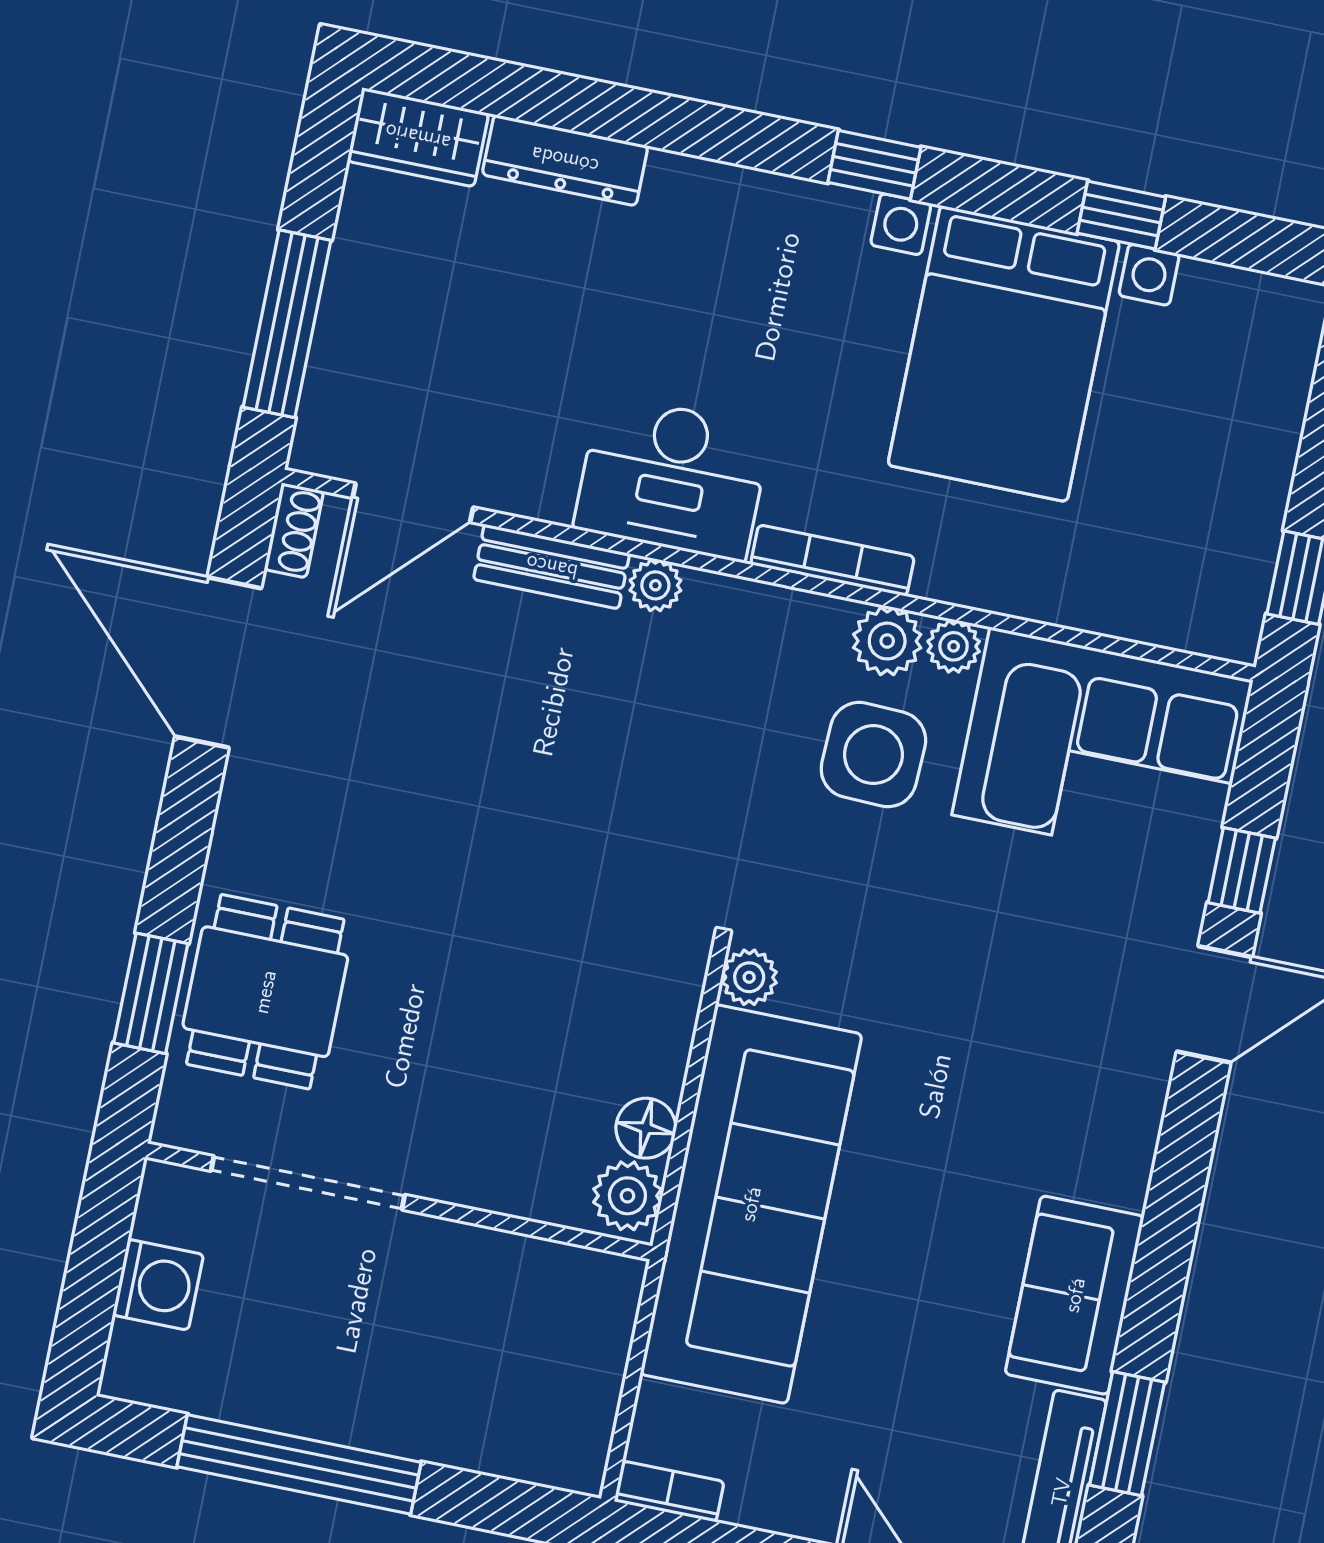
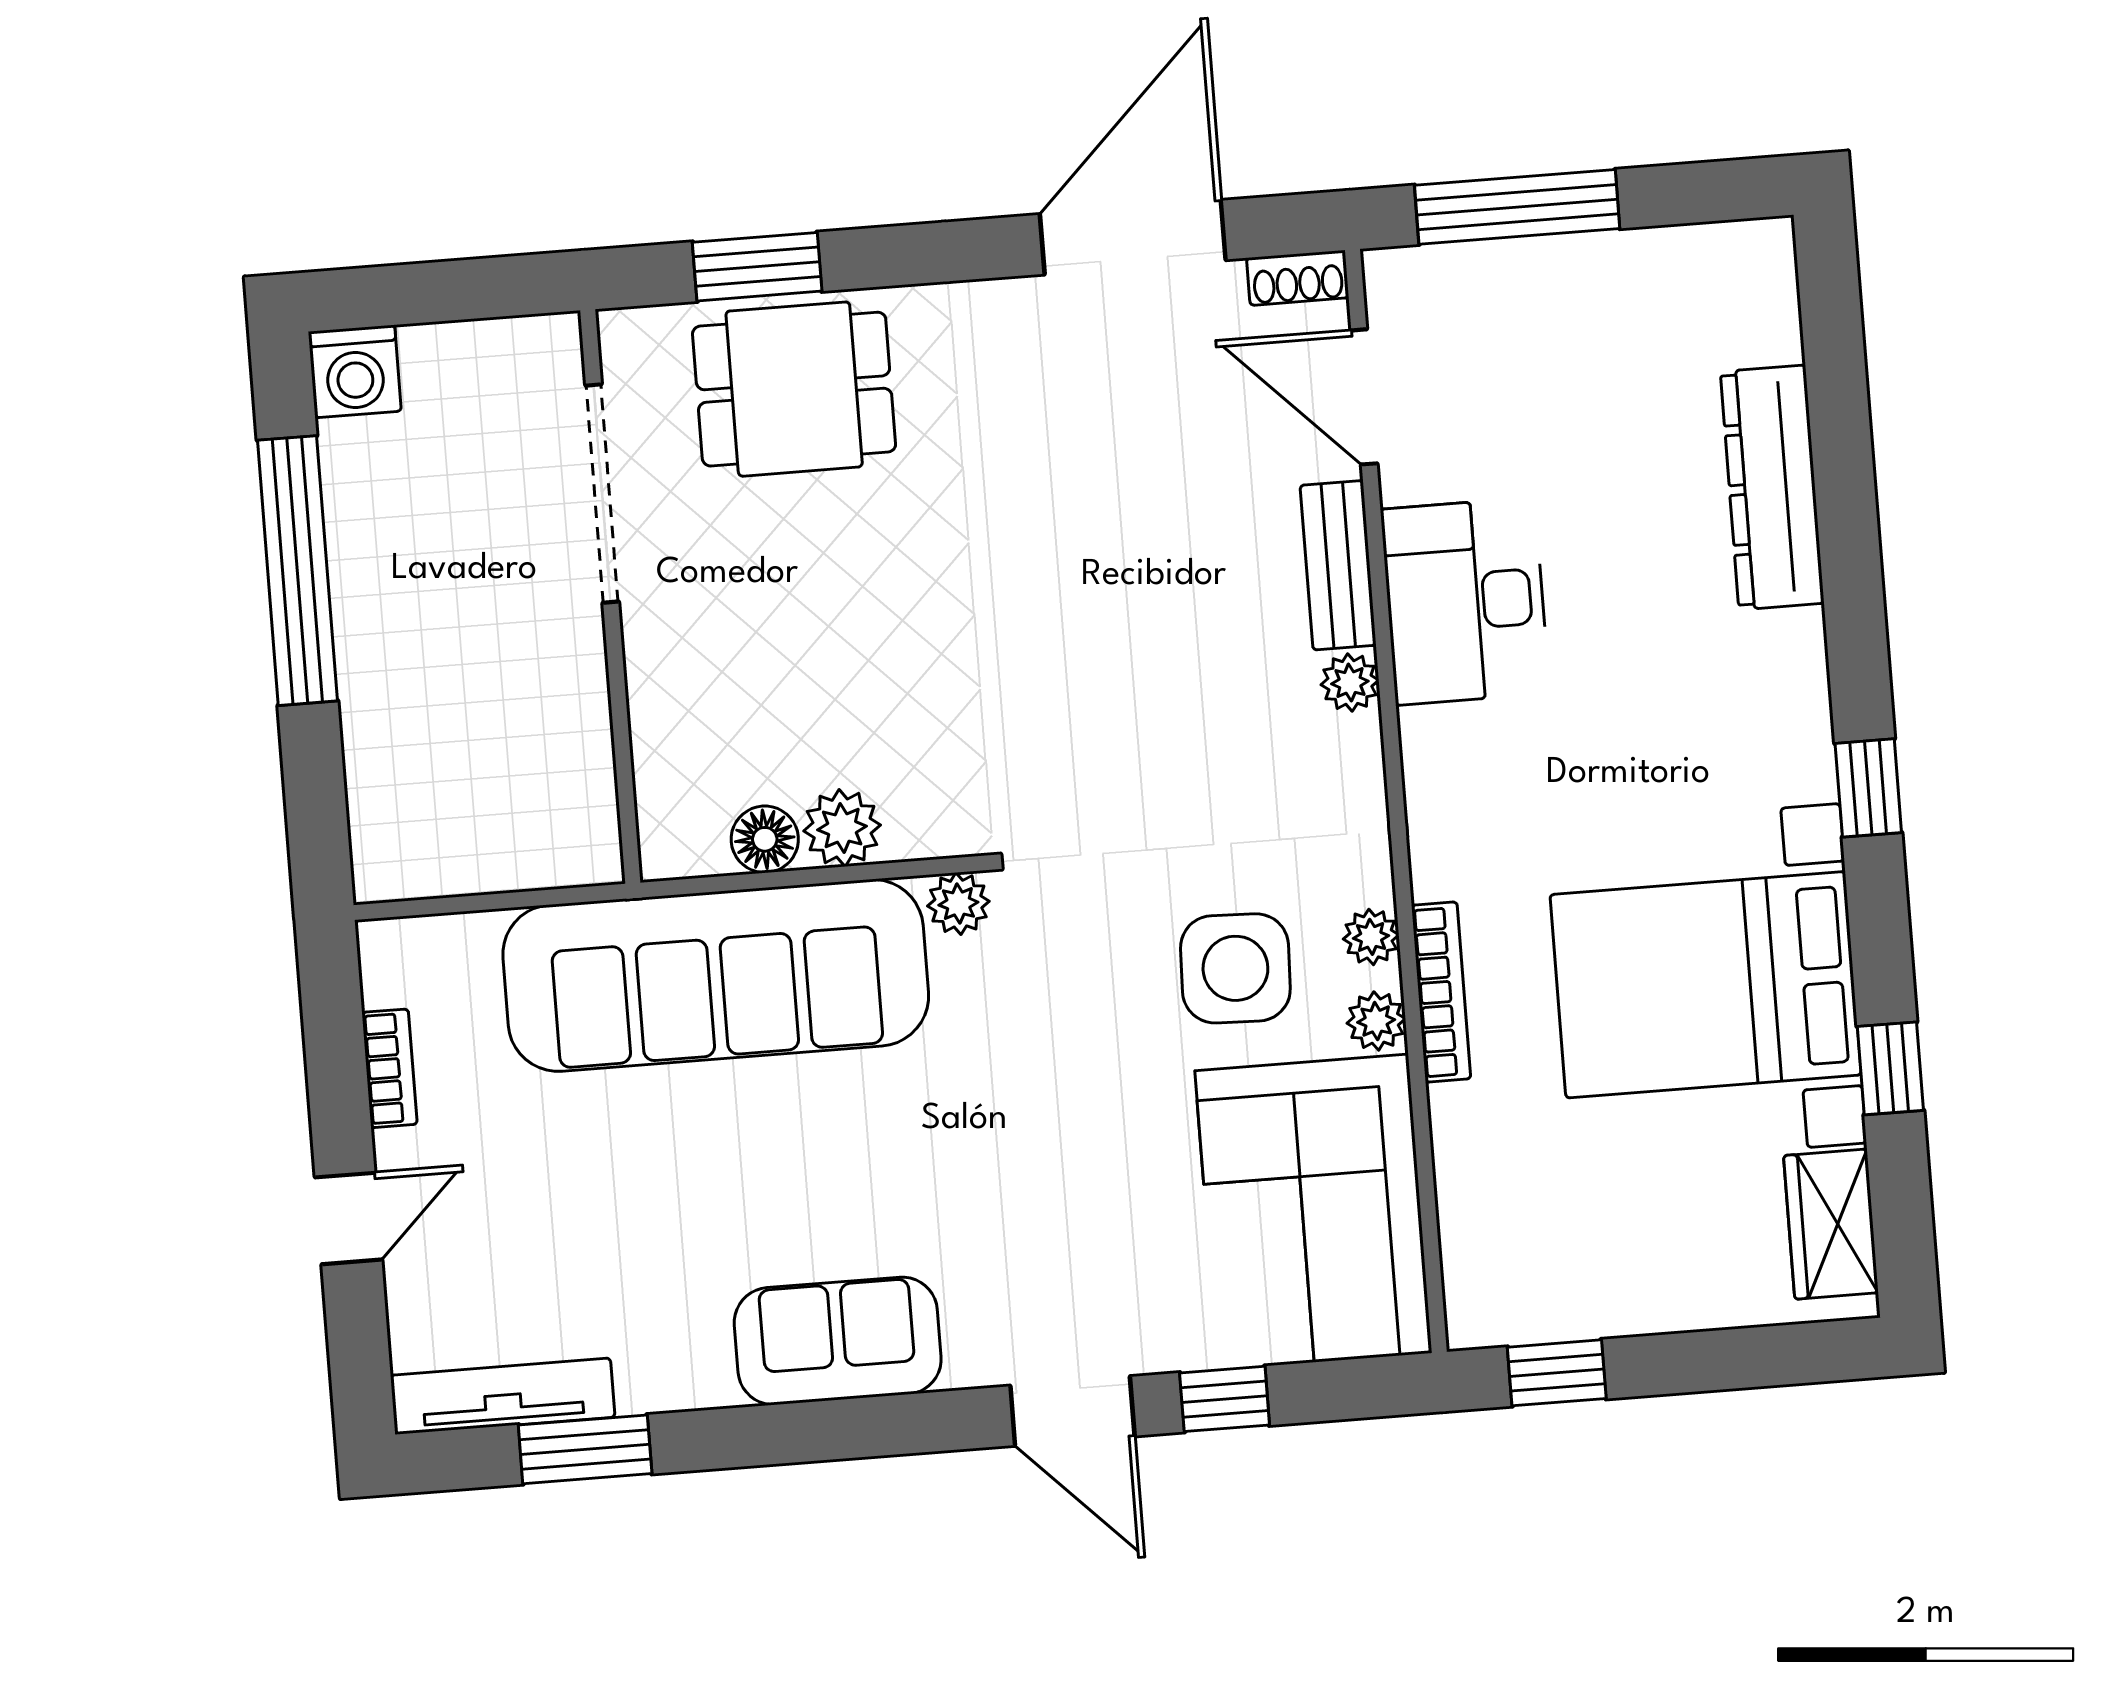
wardrobe: (418, 137) -> (1831, 1224), moved
dresser: (565, 160) -> (1772, 487), width x1.37, depth x1.24
desk: (672, 478) -> (1465, 601), moved
bookcase: (832, 560) -> (1441, 992), moved
plant: (887, 641) -> (1371, 937), width x0.73, depth x0.73
plant: (627, 1196) -> (842, 828), moved
washing machine: (158, 1285) -> (355, 371), moved
sofa: (1075, 1295) -> (838, 1341), moved
bookcase: (669, 1492) -> (389, 1068), moved

